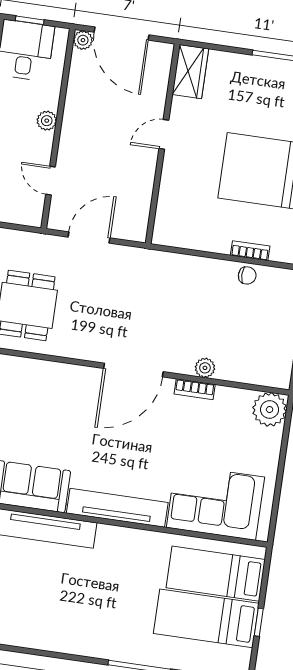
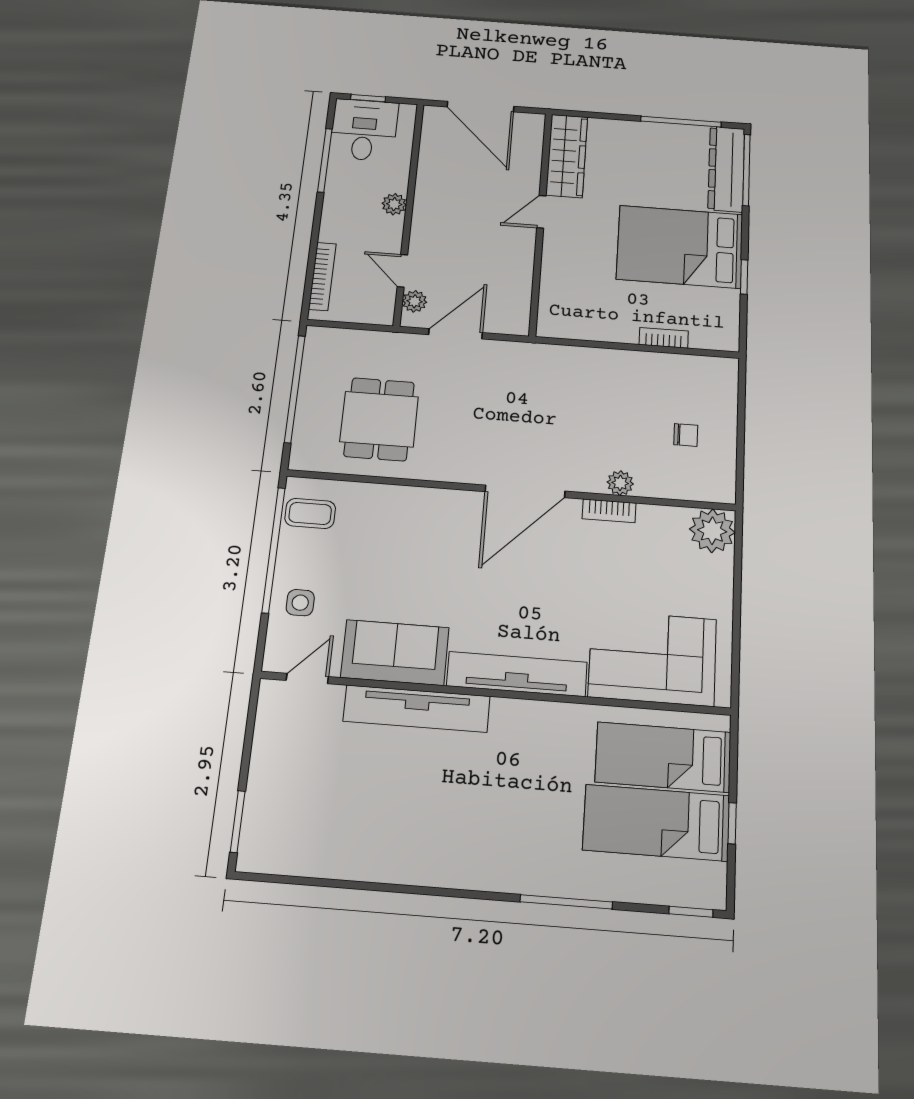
plant: (83, 40) -> (415, 301), moved
wardrobe: (190, 72) -> (567, 156), width x1.50
chair: (247, 275) -> (686, 435), moved

